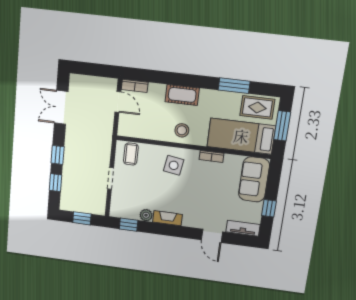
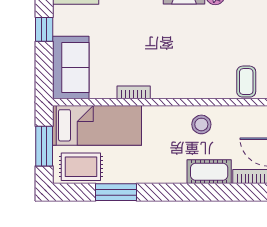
cot: (182, 95) -> (209, 172), moved
stool: (182, 130) -> (201, 124), moved
side table: (174, 165) -> (184, 73), removed

